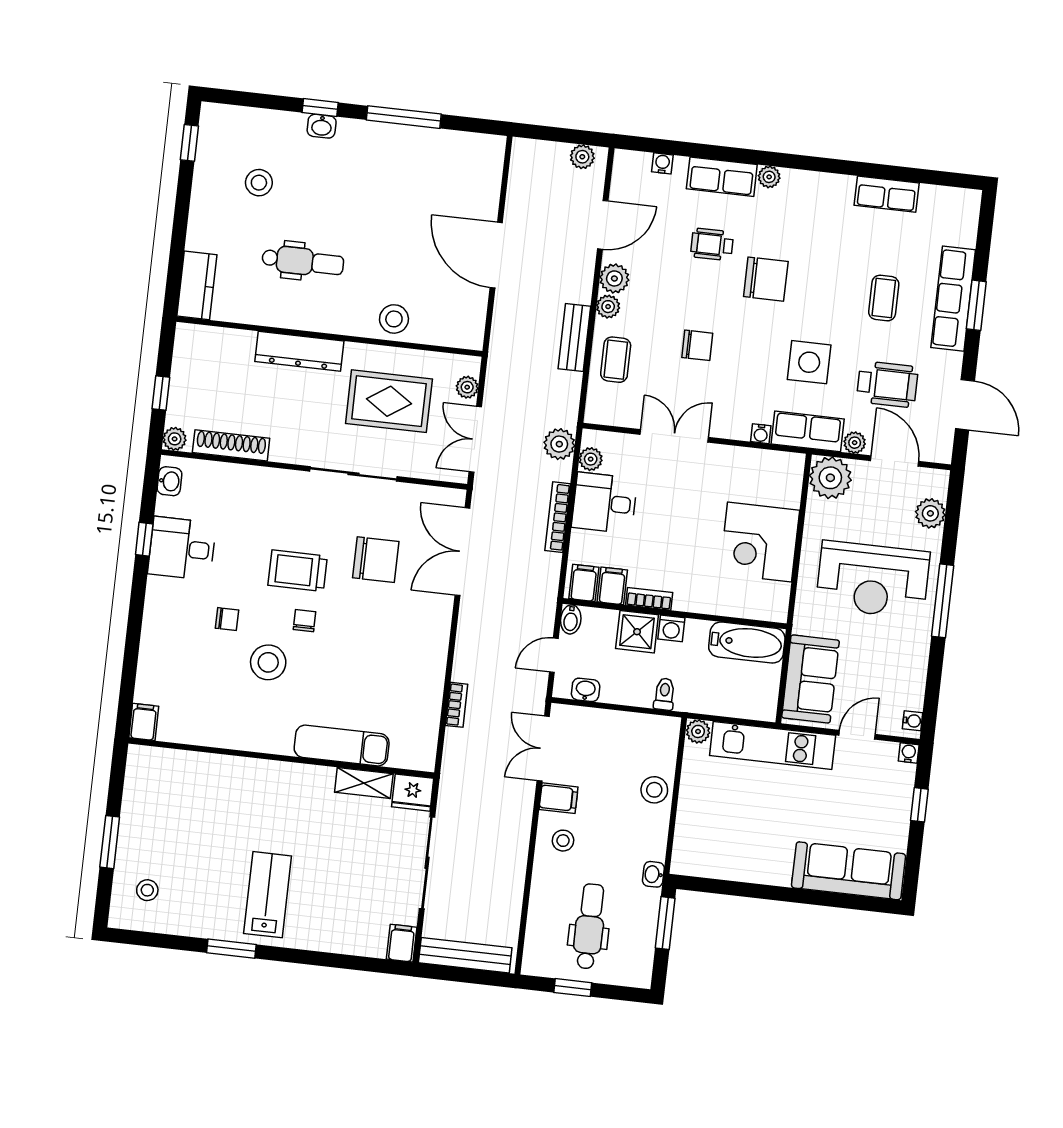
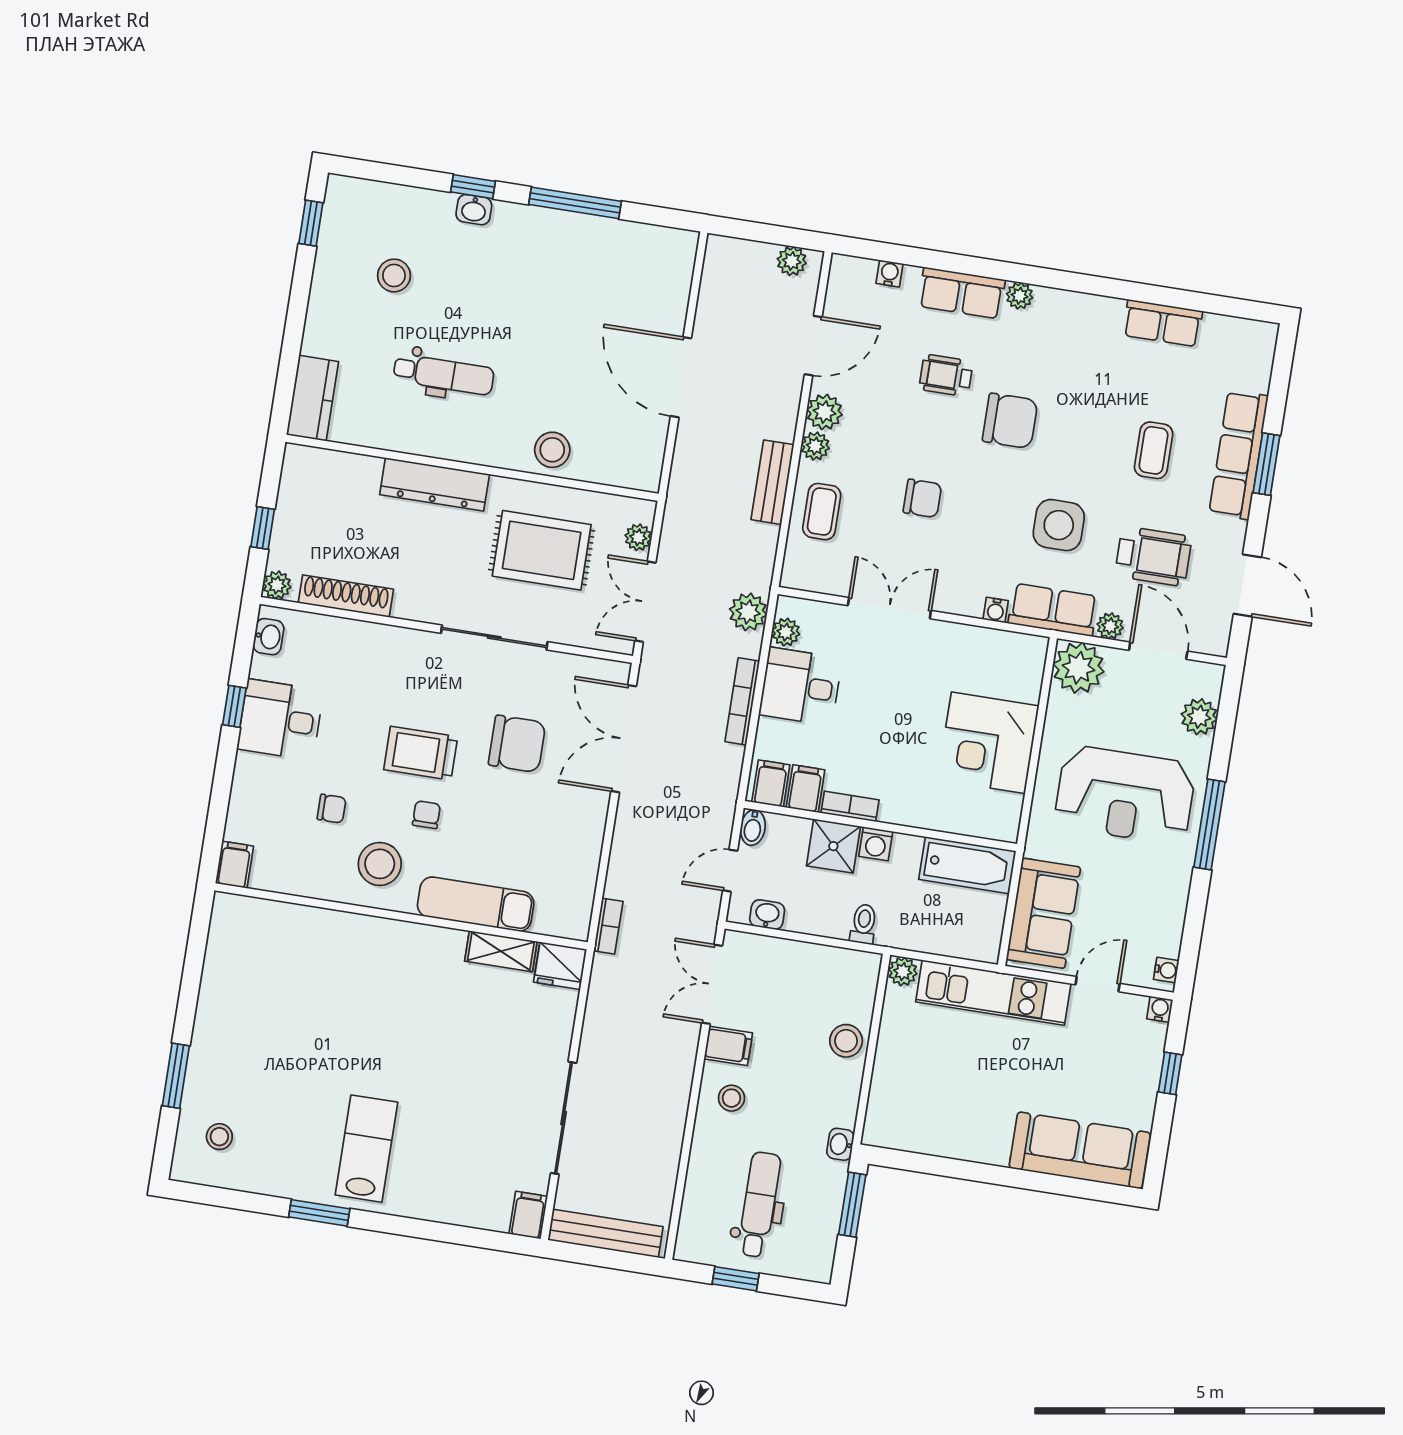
filing cabinet: (144, 722) -> (234, 865), moved
exam couch: (342, 746) -> (476, 904), moved
wall: (281, 758) -> (401, 916), moved
shelving: (364, 783) -> (501, 951), moved
fridge: (413, 793) -> (560, 966), moved

